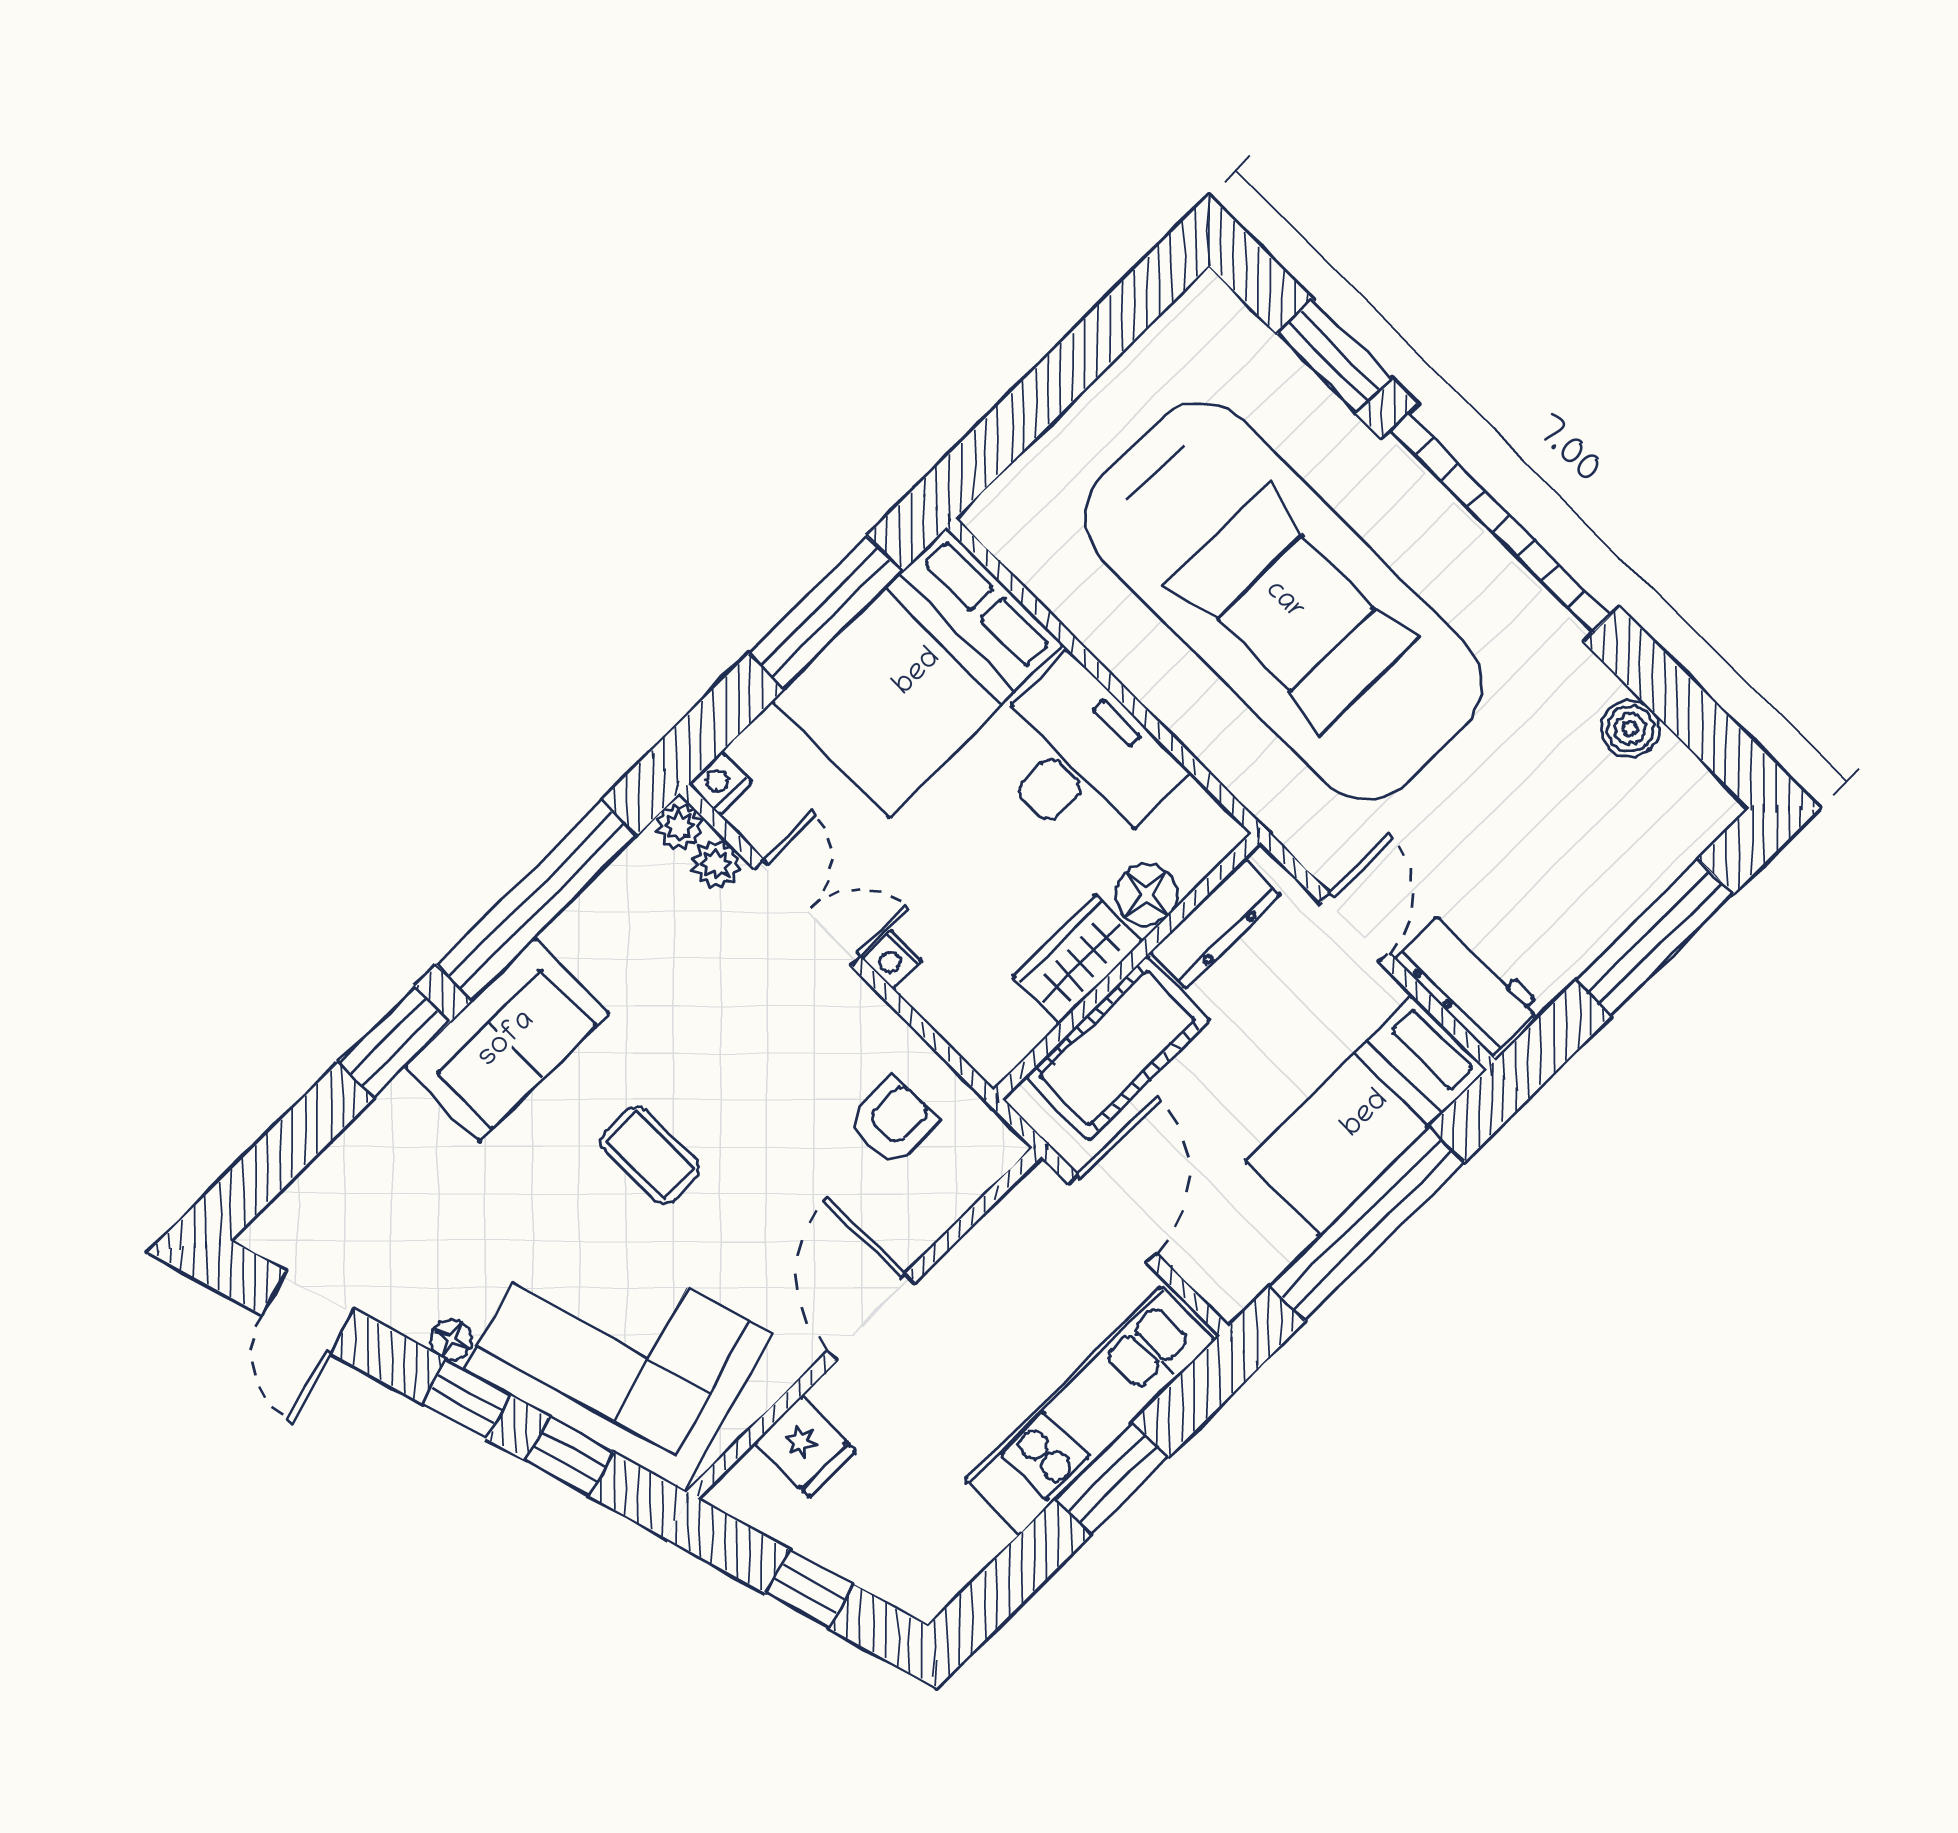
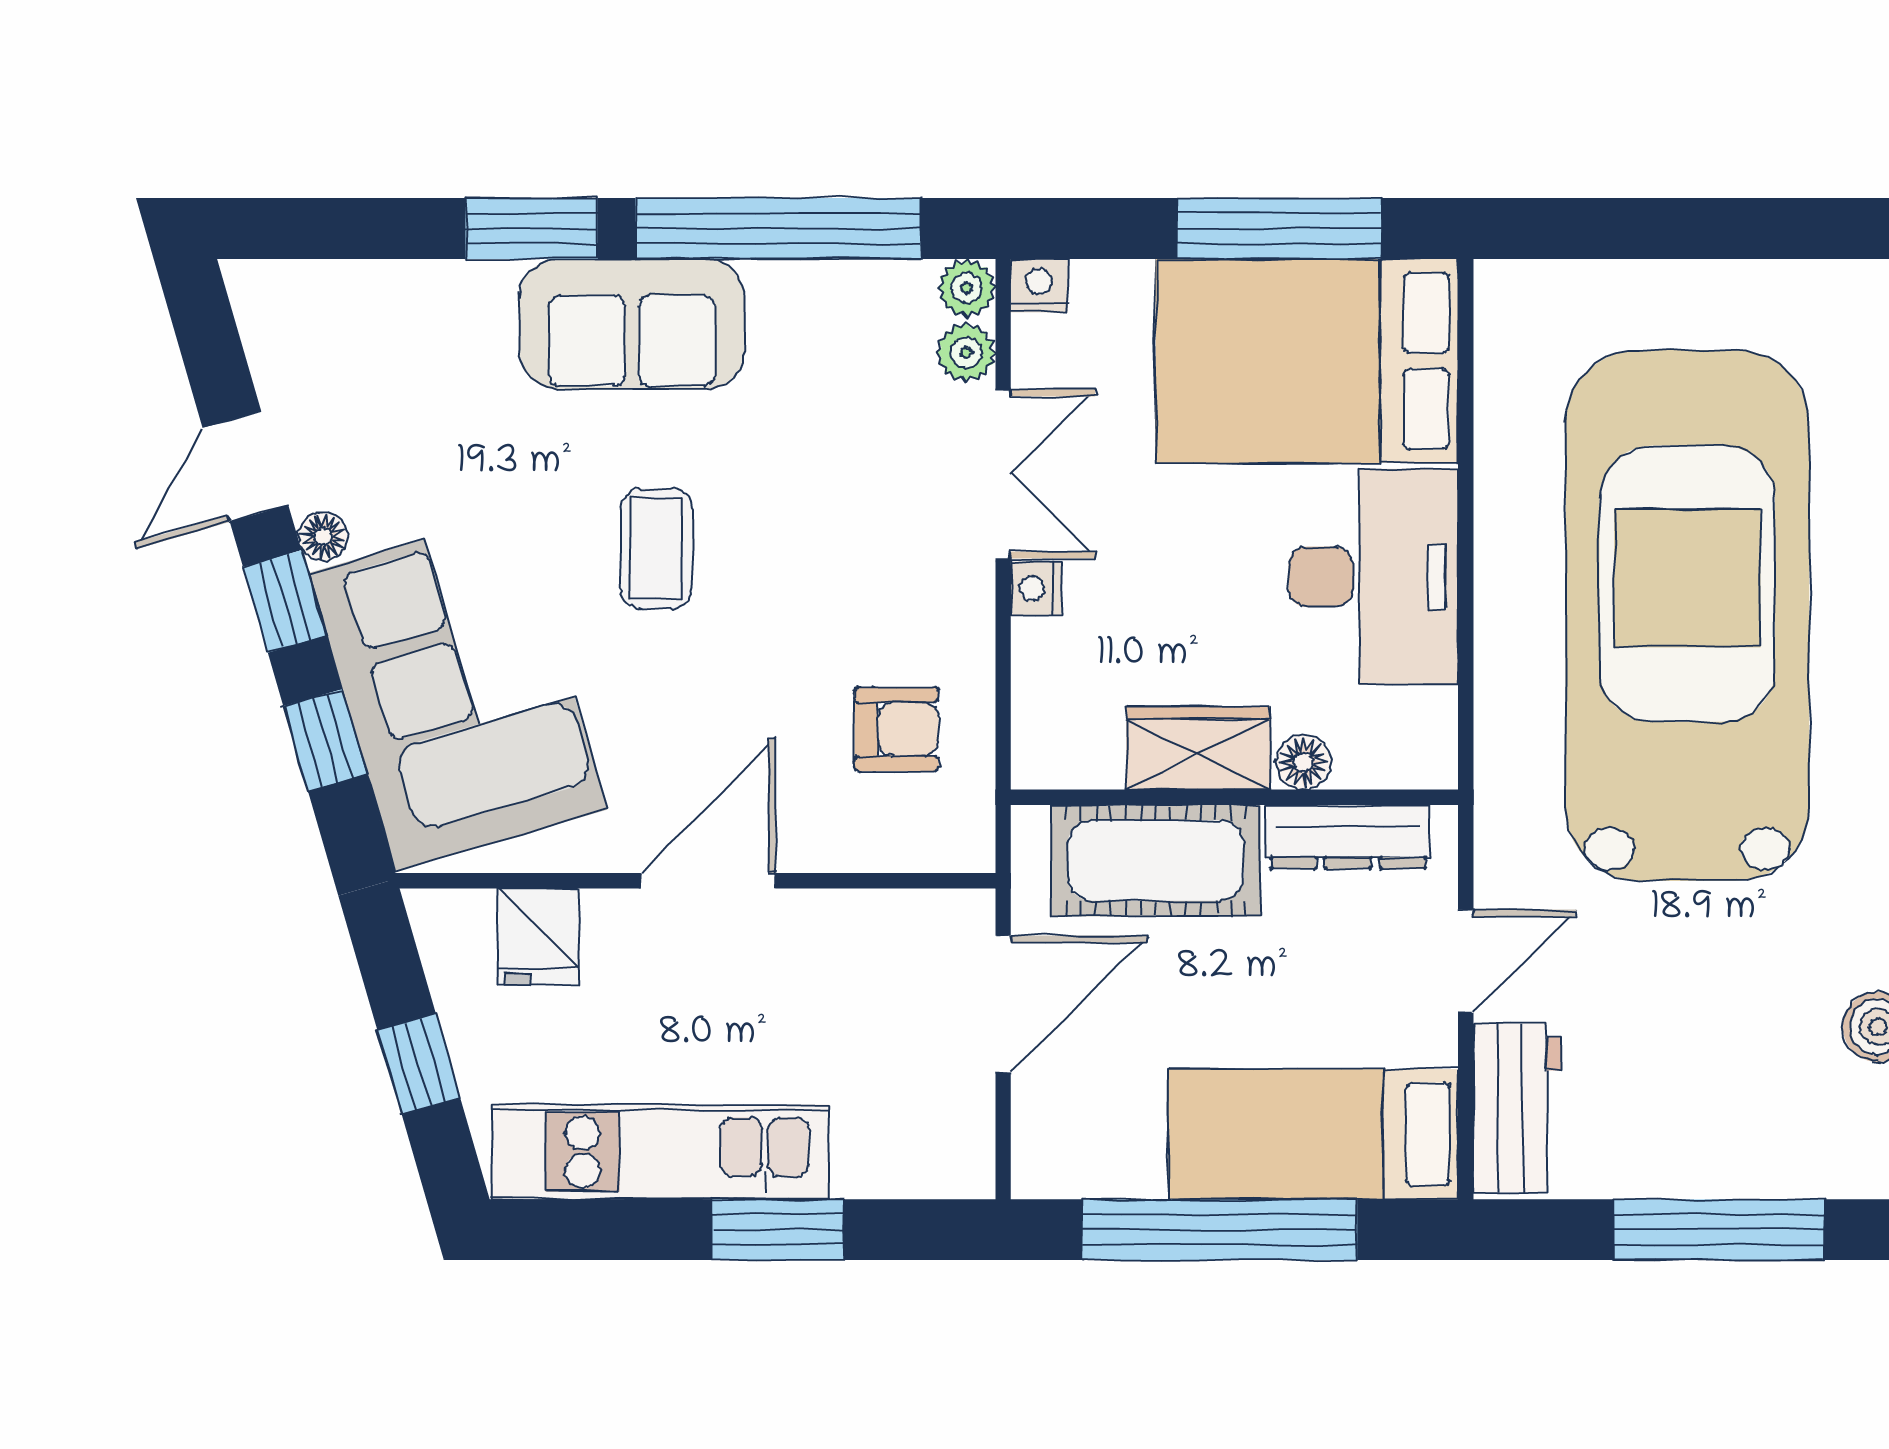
car: (1284, 601) -> (1687, 615), turned 180
floor lamp: (1147, 895) -> (1303, 762), width x0.73, depth x0.73
door: (308, 1312) -> (245, 466), moved
kitchen unit: (1090, 1411) -> (660, 1152), moved

